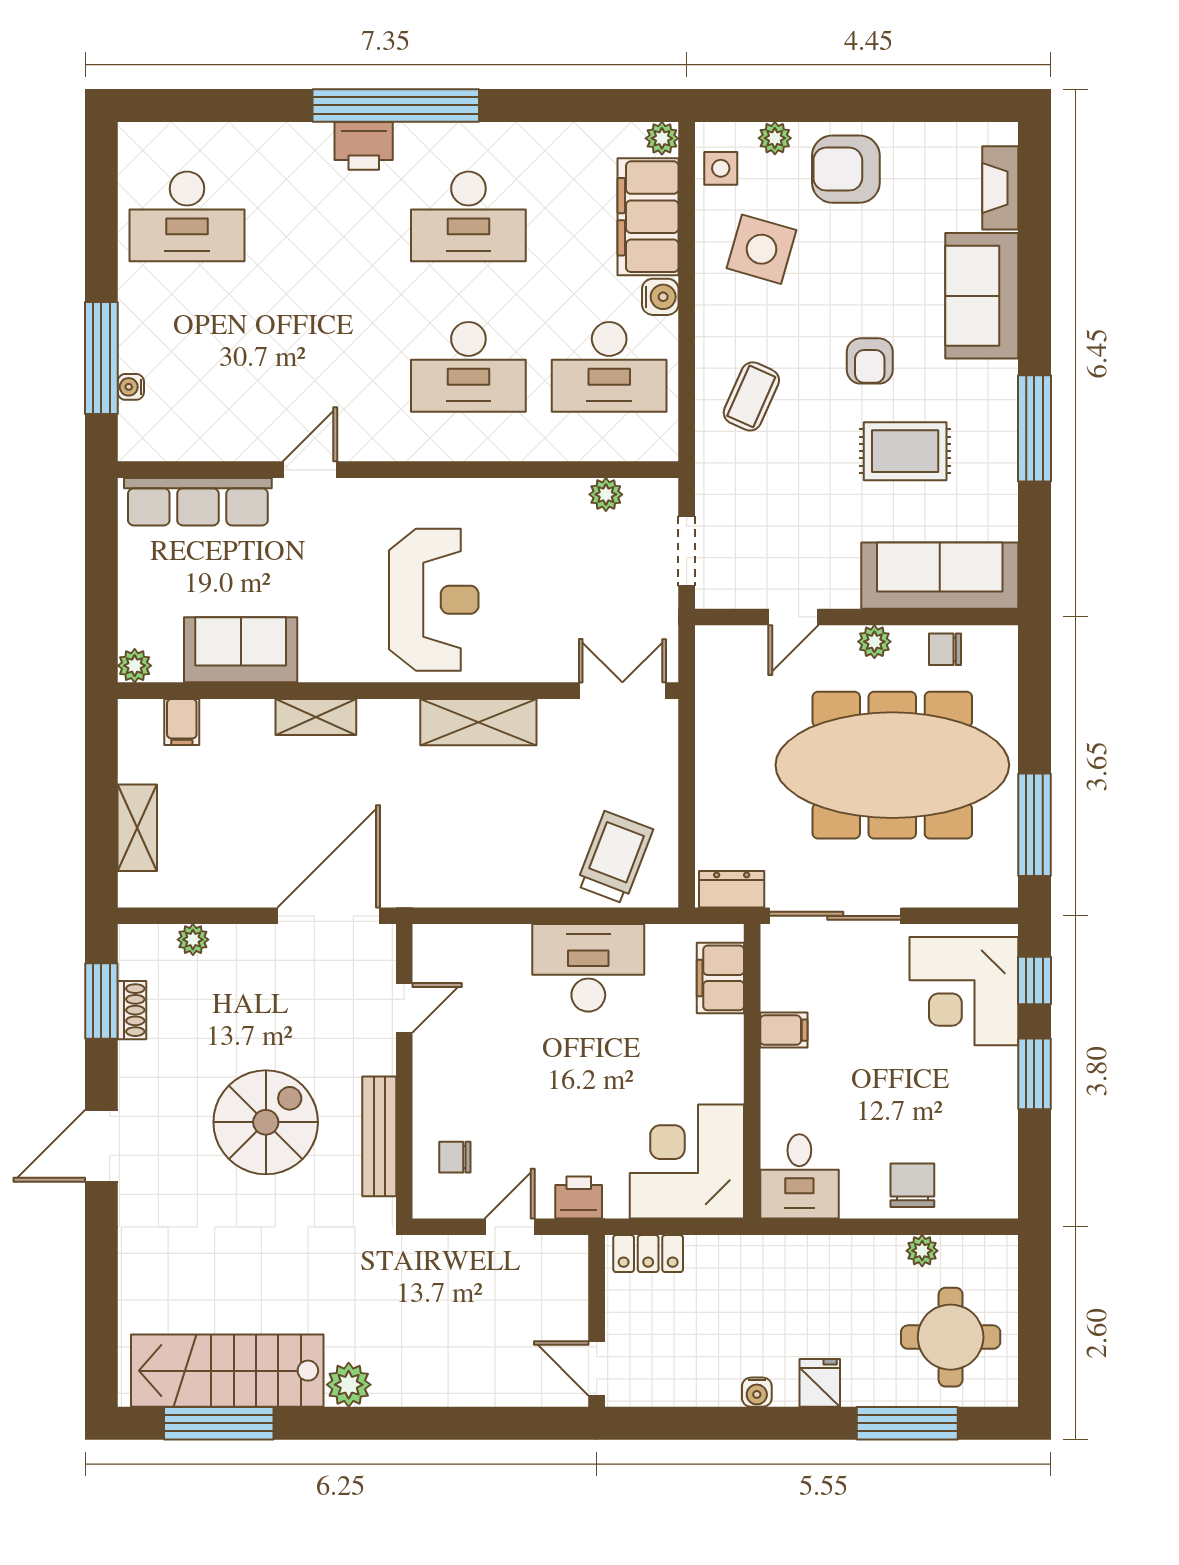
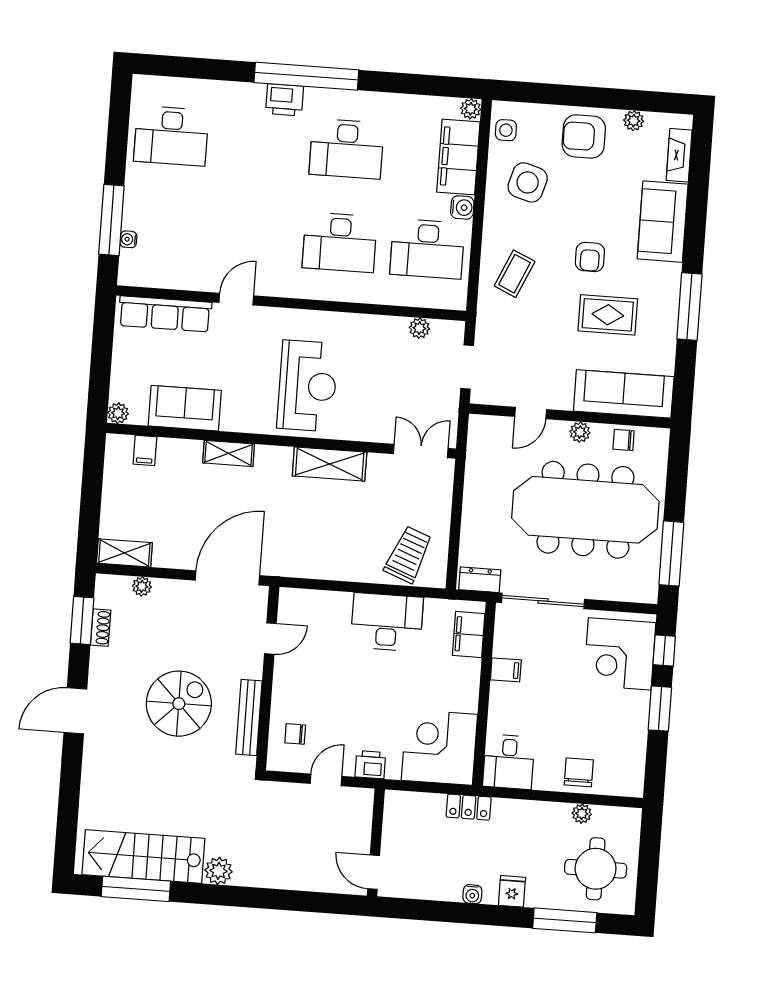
plant: (775, 138) -> (634, 121), moved
shelving: (137, 828) -> (124, 553), moved, turned 90
locker: (648, 1254) -> (469, 807), moved

